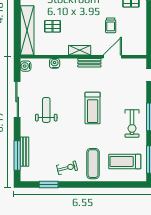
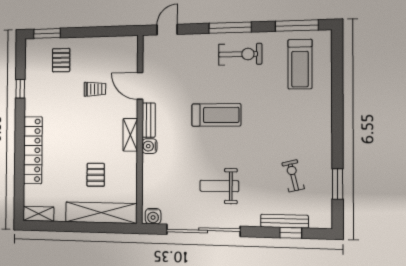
water cooler: (55, 63) -> (149, 146), moved
sliding door: (17, 99) -> (203, 230), width x1.36
window: (17, 156) -> (291, 233), width x0.46
exercise mat: (93, 164) -> (303, 114), removed
exercise bike: (67, 168) -> (293, 176), moved

